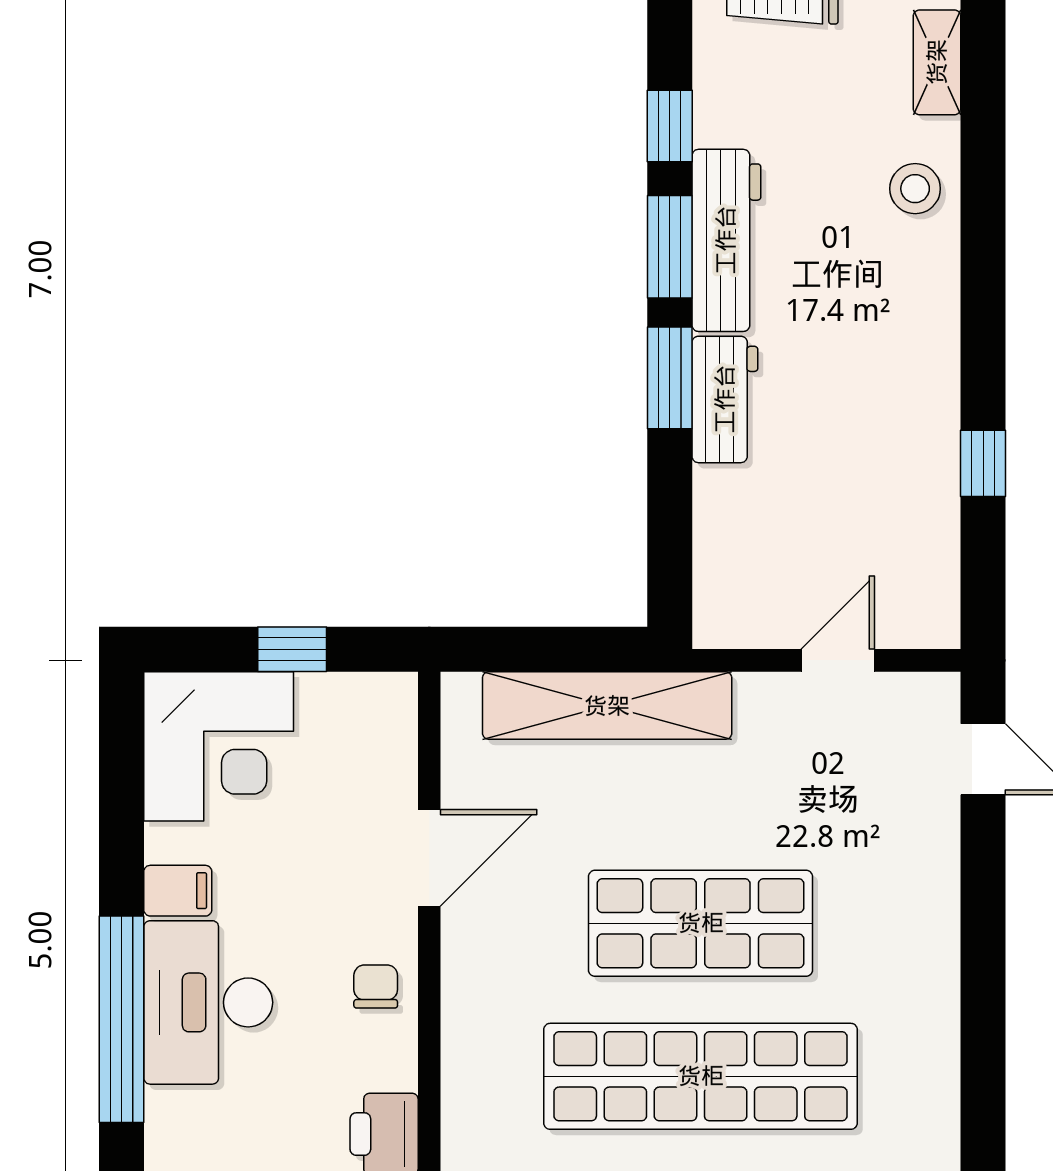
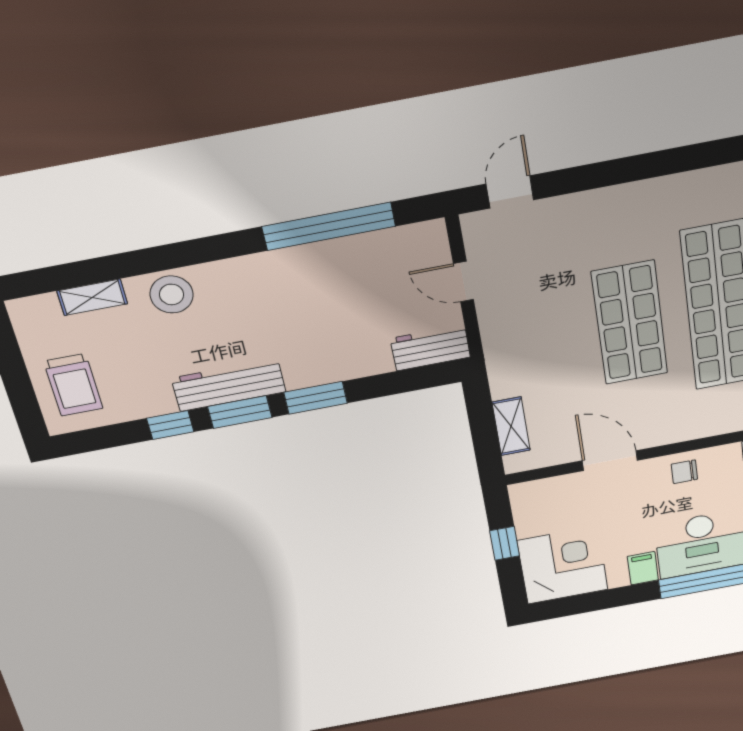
stool: (915, 189) -> (172, 294), width x1.38, depth x1.38
workbench: (725, 399) -> (430, 348), moved
window: (983, 463) -> (329, 226), width x3.17
shelving: (607, 706) -> (511, 426), width x0.45, depth x0.75

